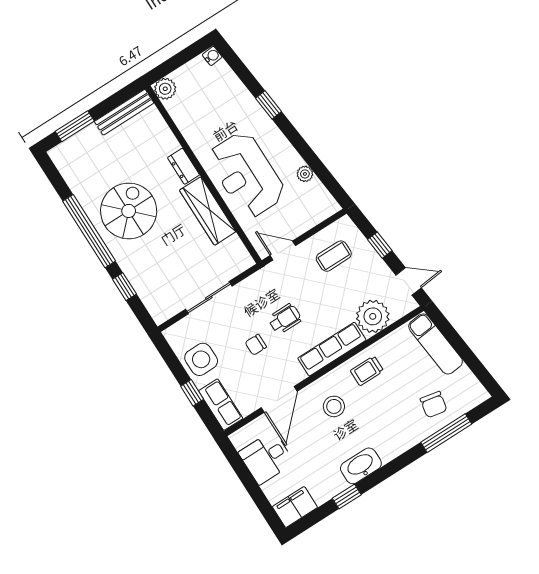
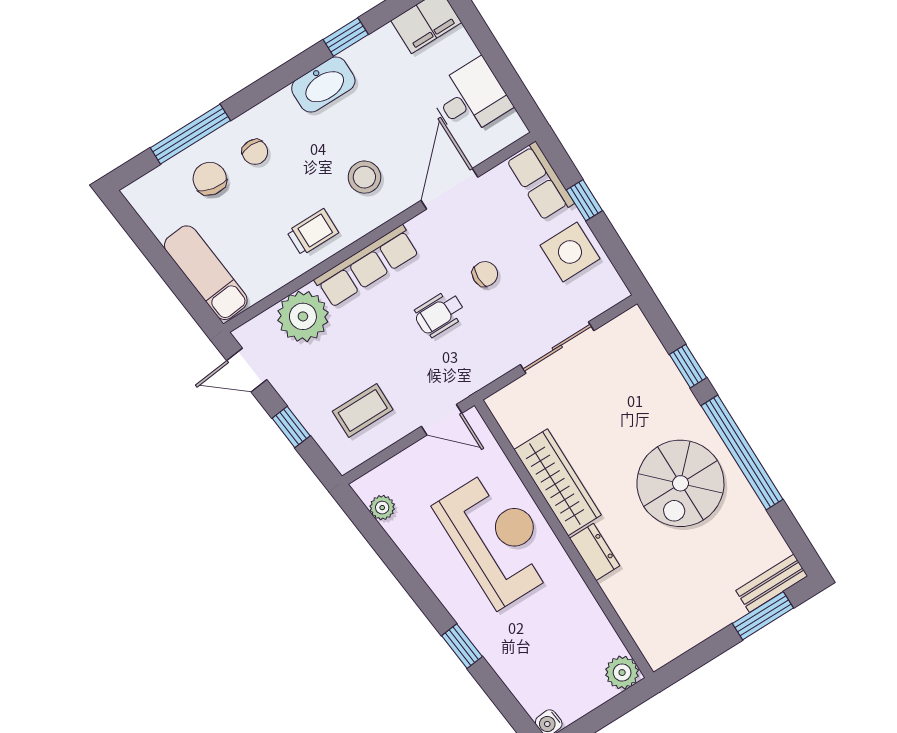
bench: (124, 112) -> (772, 583), moved, width x0.73
plant: (305, 174) -> (382, 508), moved
chair: (405, 422) -> (255, 152), added

